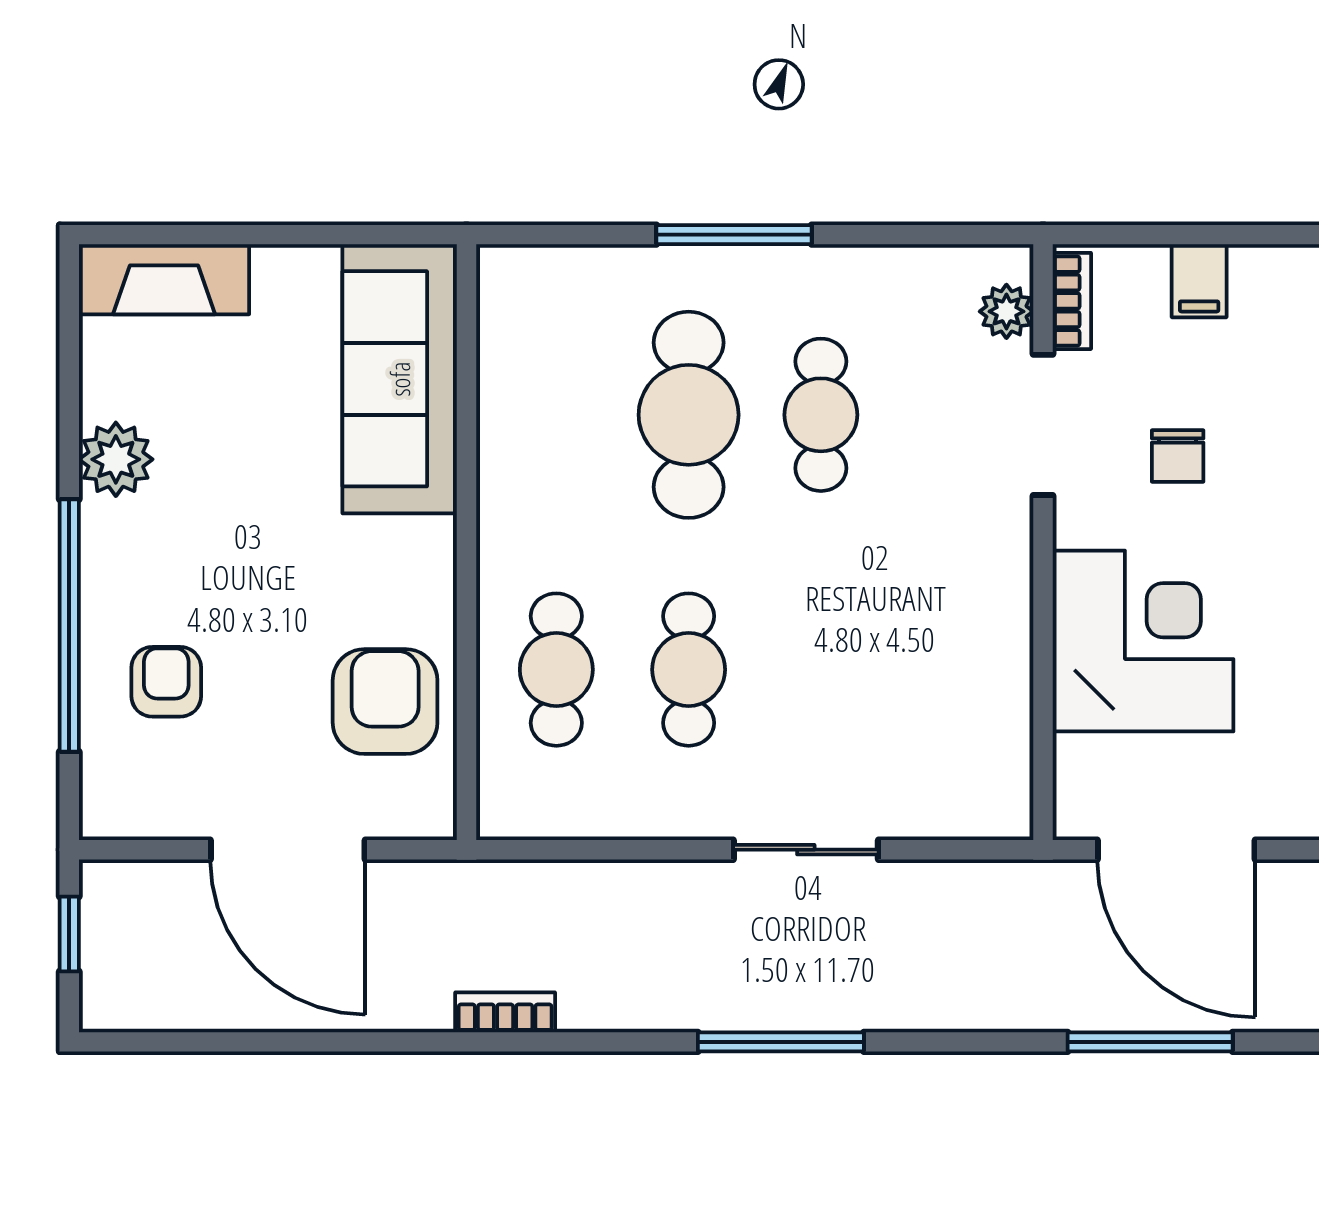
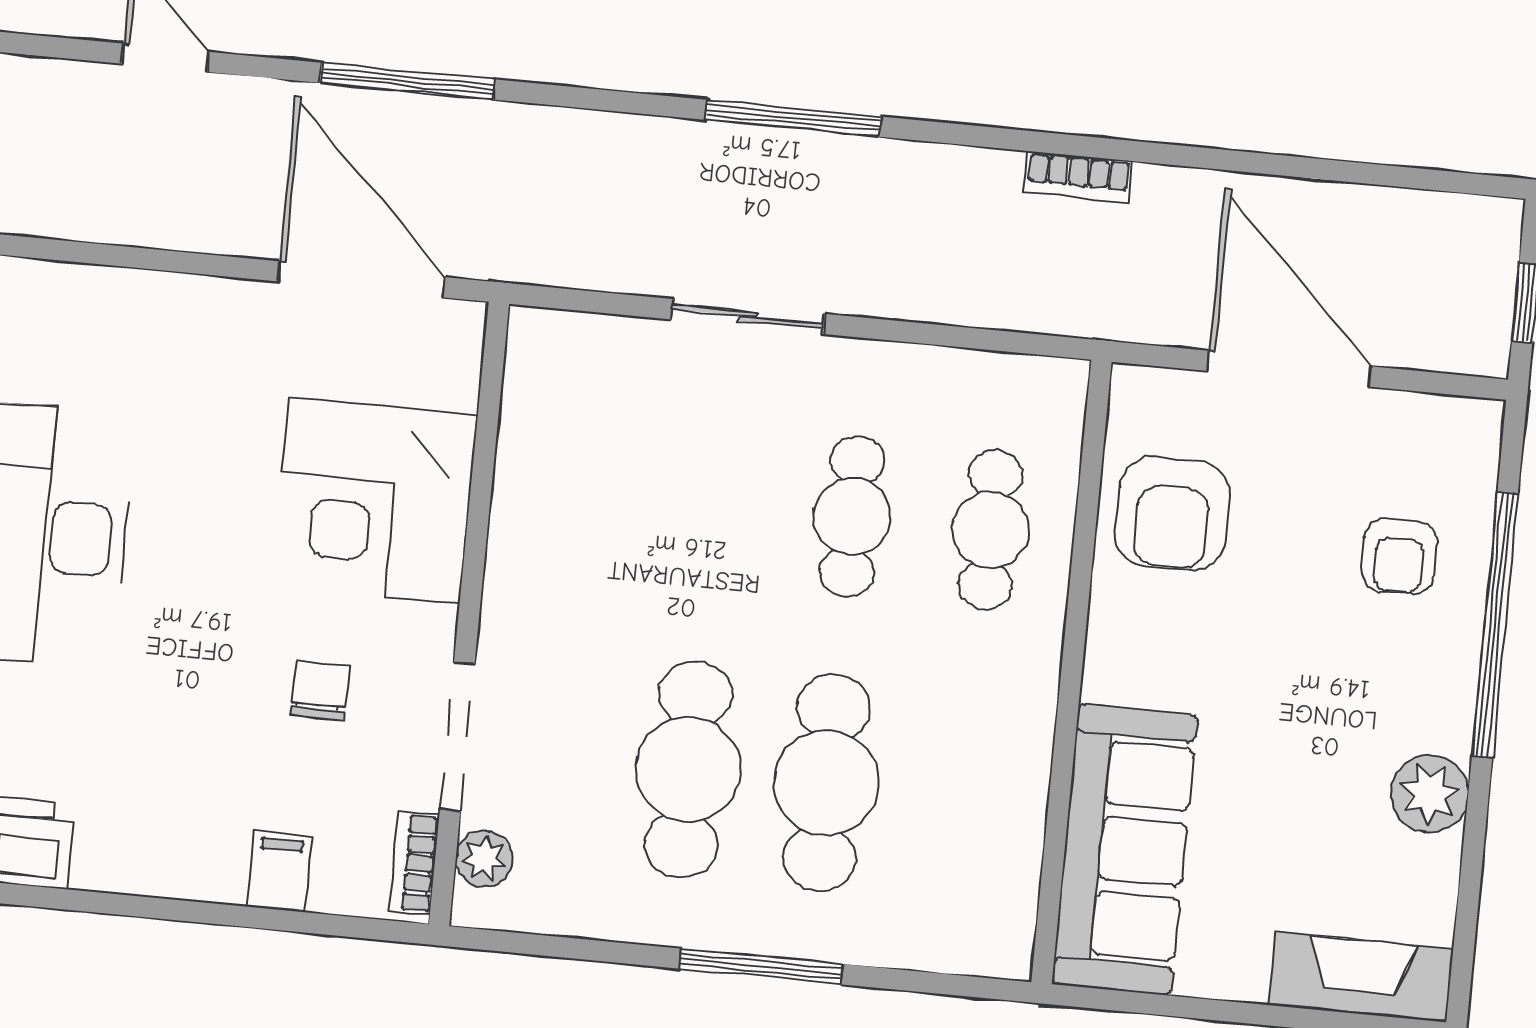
cafe table: (821, 415) -> (688, 769), width x1.37, depth x1.35

